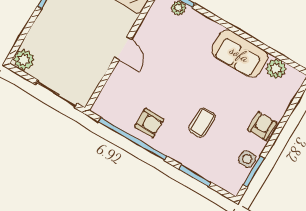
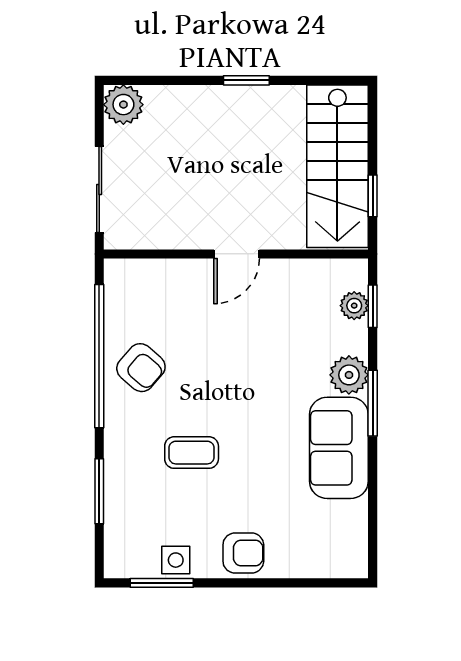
window: (228, 26) -> (373, 403), added
plant: (276, 69) -> (349, 375), moved
armchair: (149, 123) -> (141, 368), turned -49

